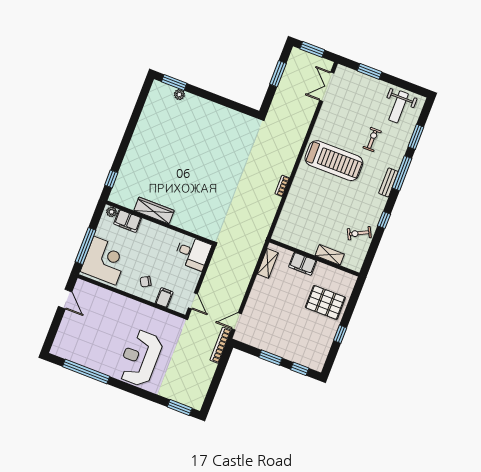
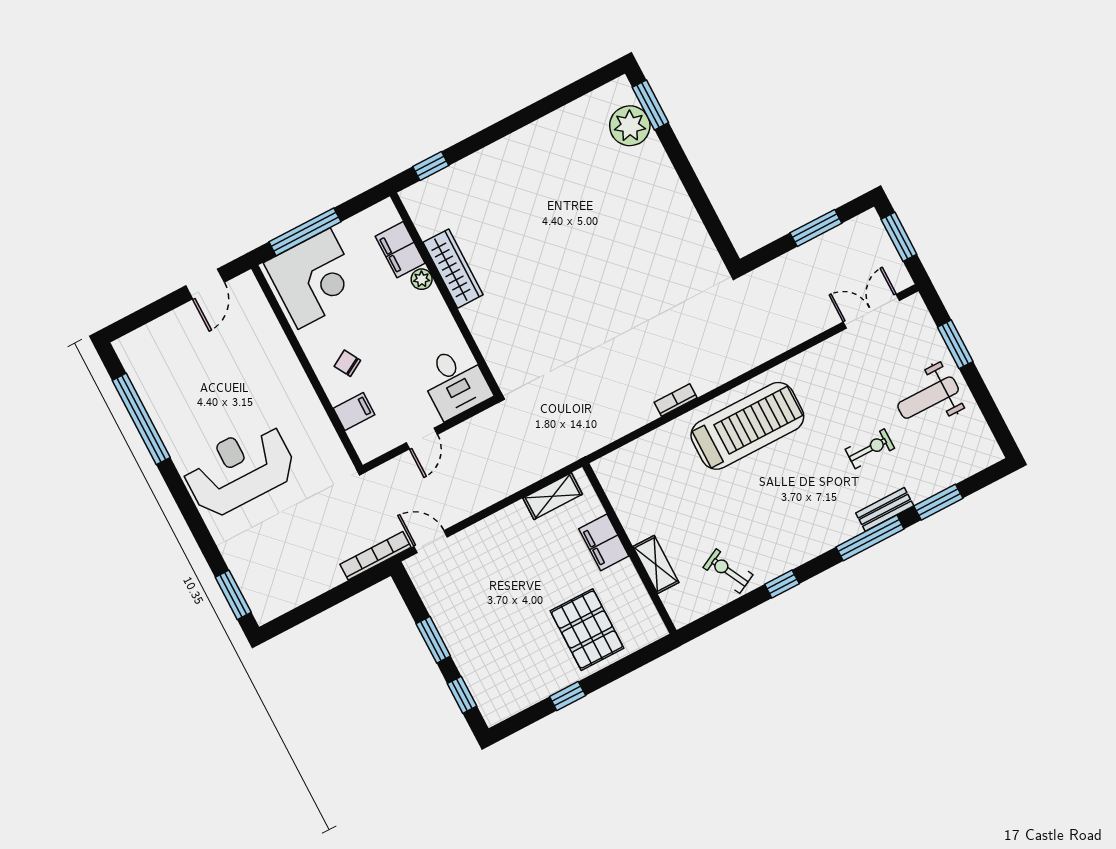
plant: (179, 95) -> (630, 126), width x1.87, depth x1.87
weight bench: (399, 107) -> (928, 398), moved
treadmill: (334, 161) -> (747, 426), moved, turned -90
bench: (388, 182) -> (885, 509), moved
plant: (112, 212) -> (422, 279), moved
door: (193, 301) -> (422, 439), moved

